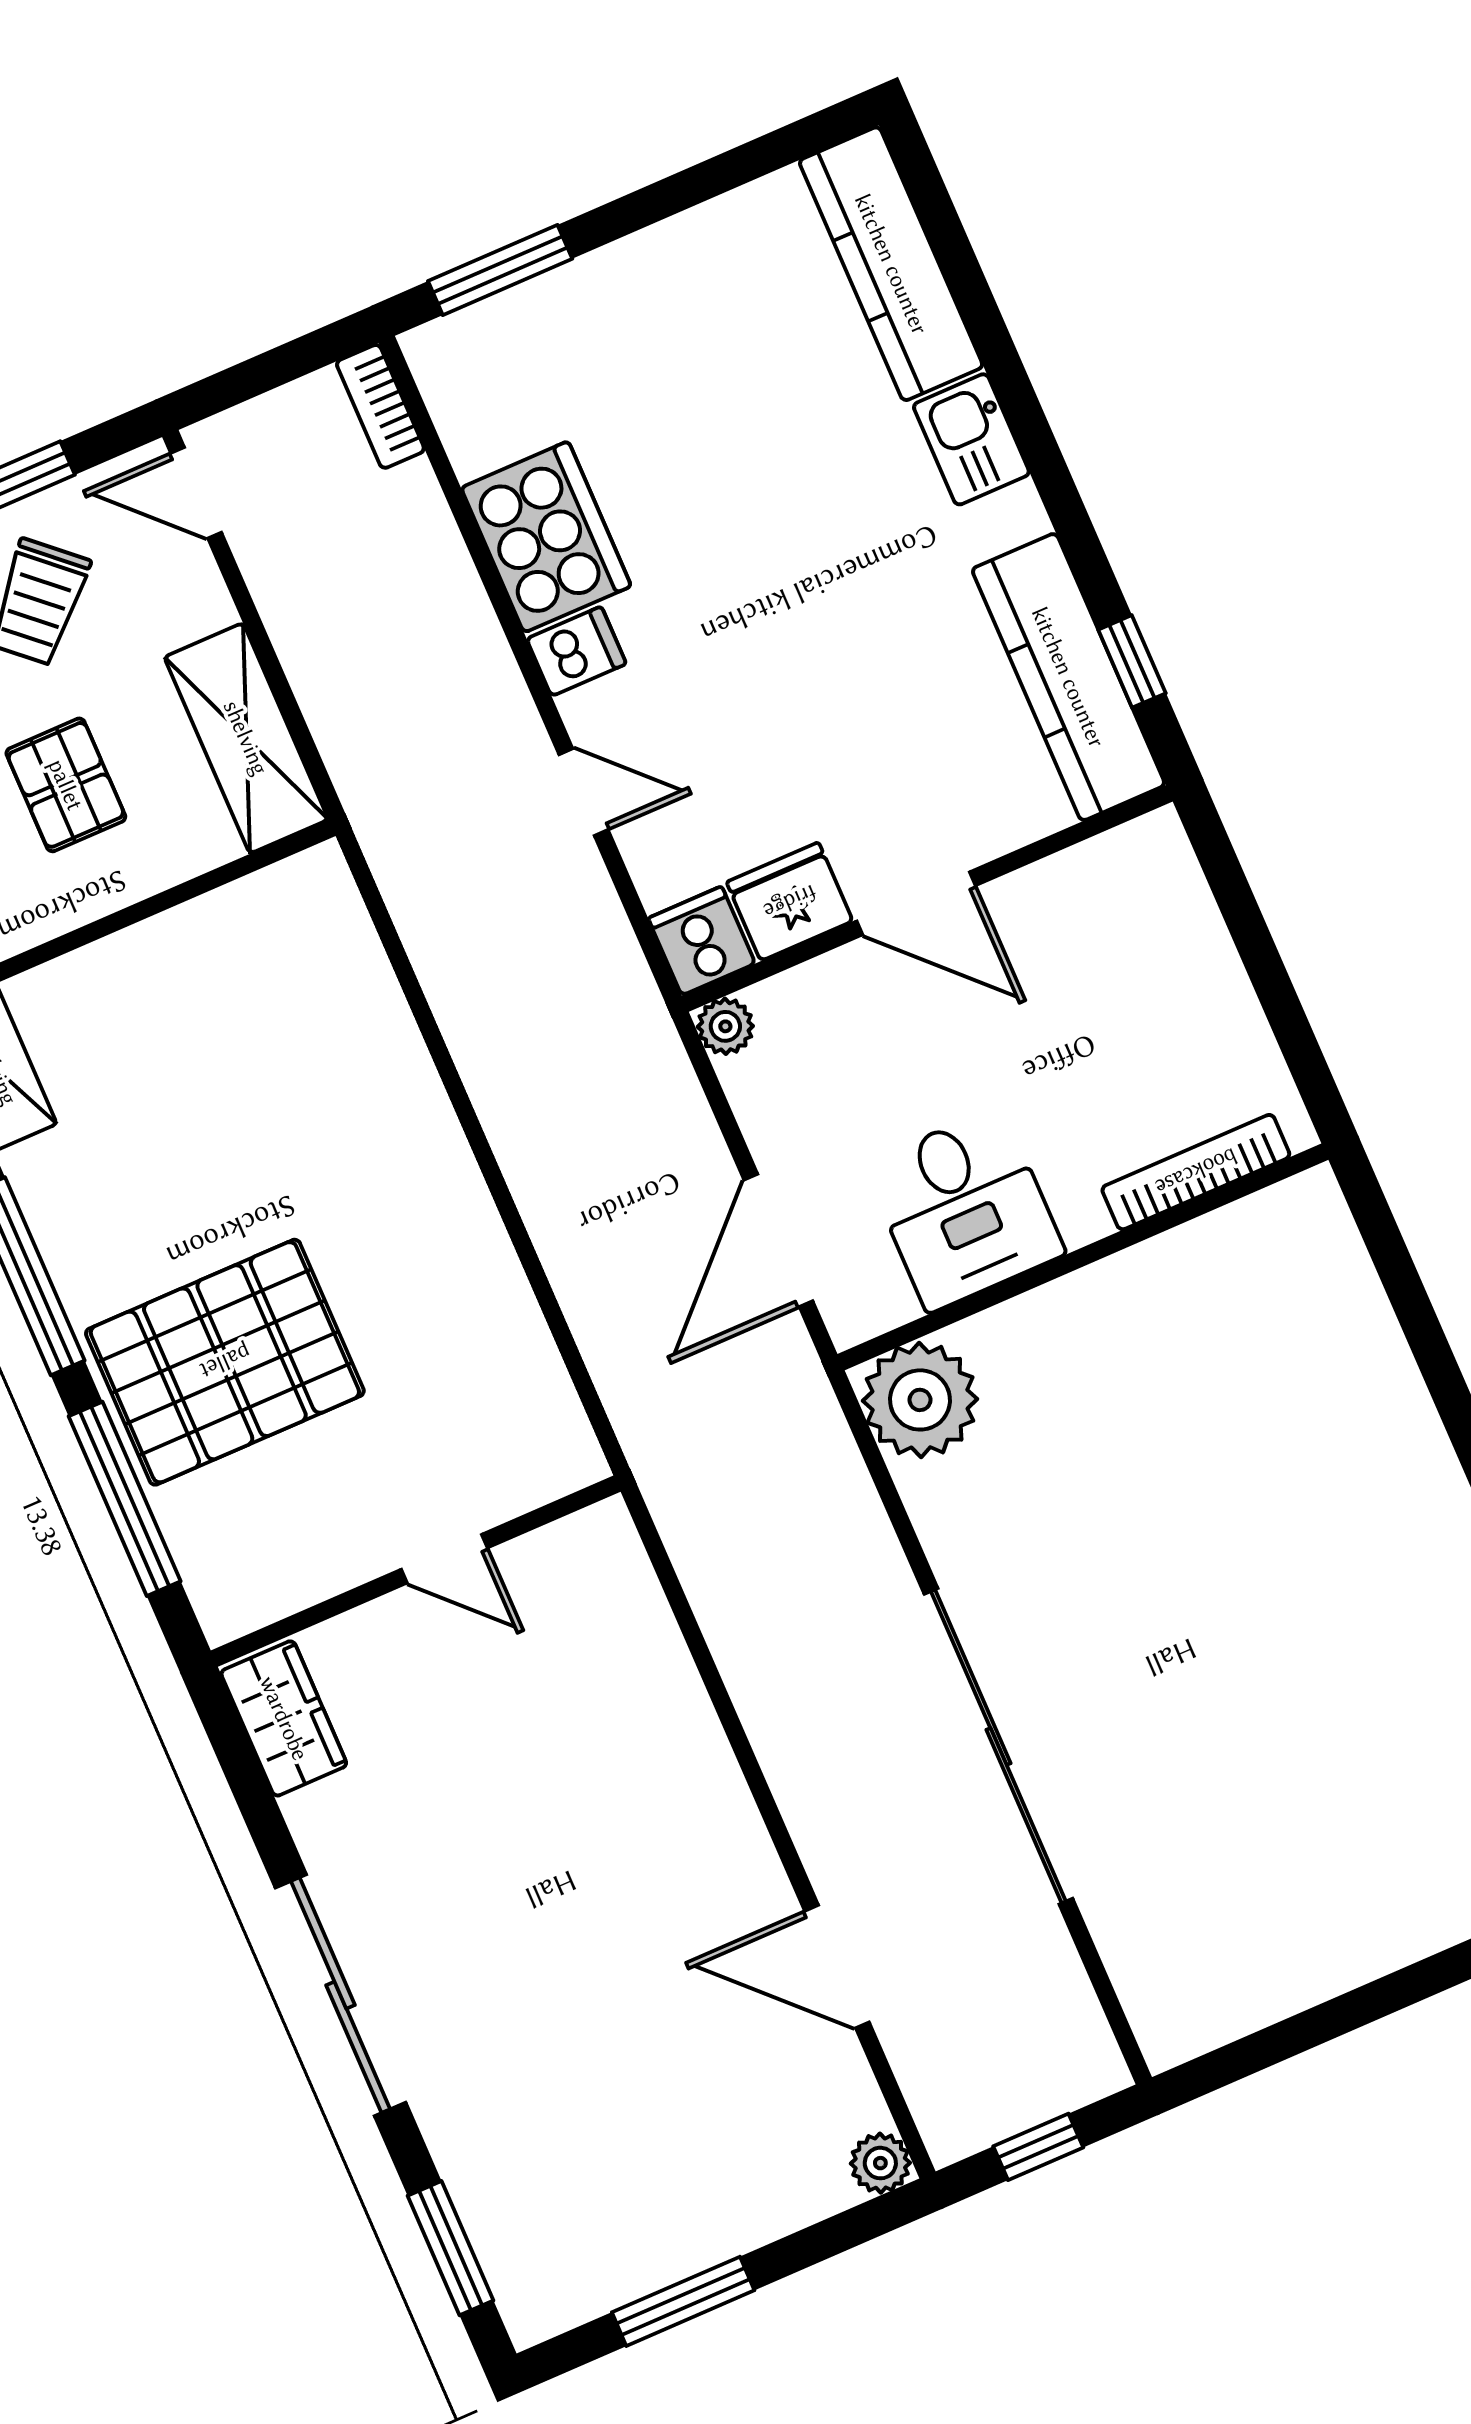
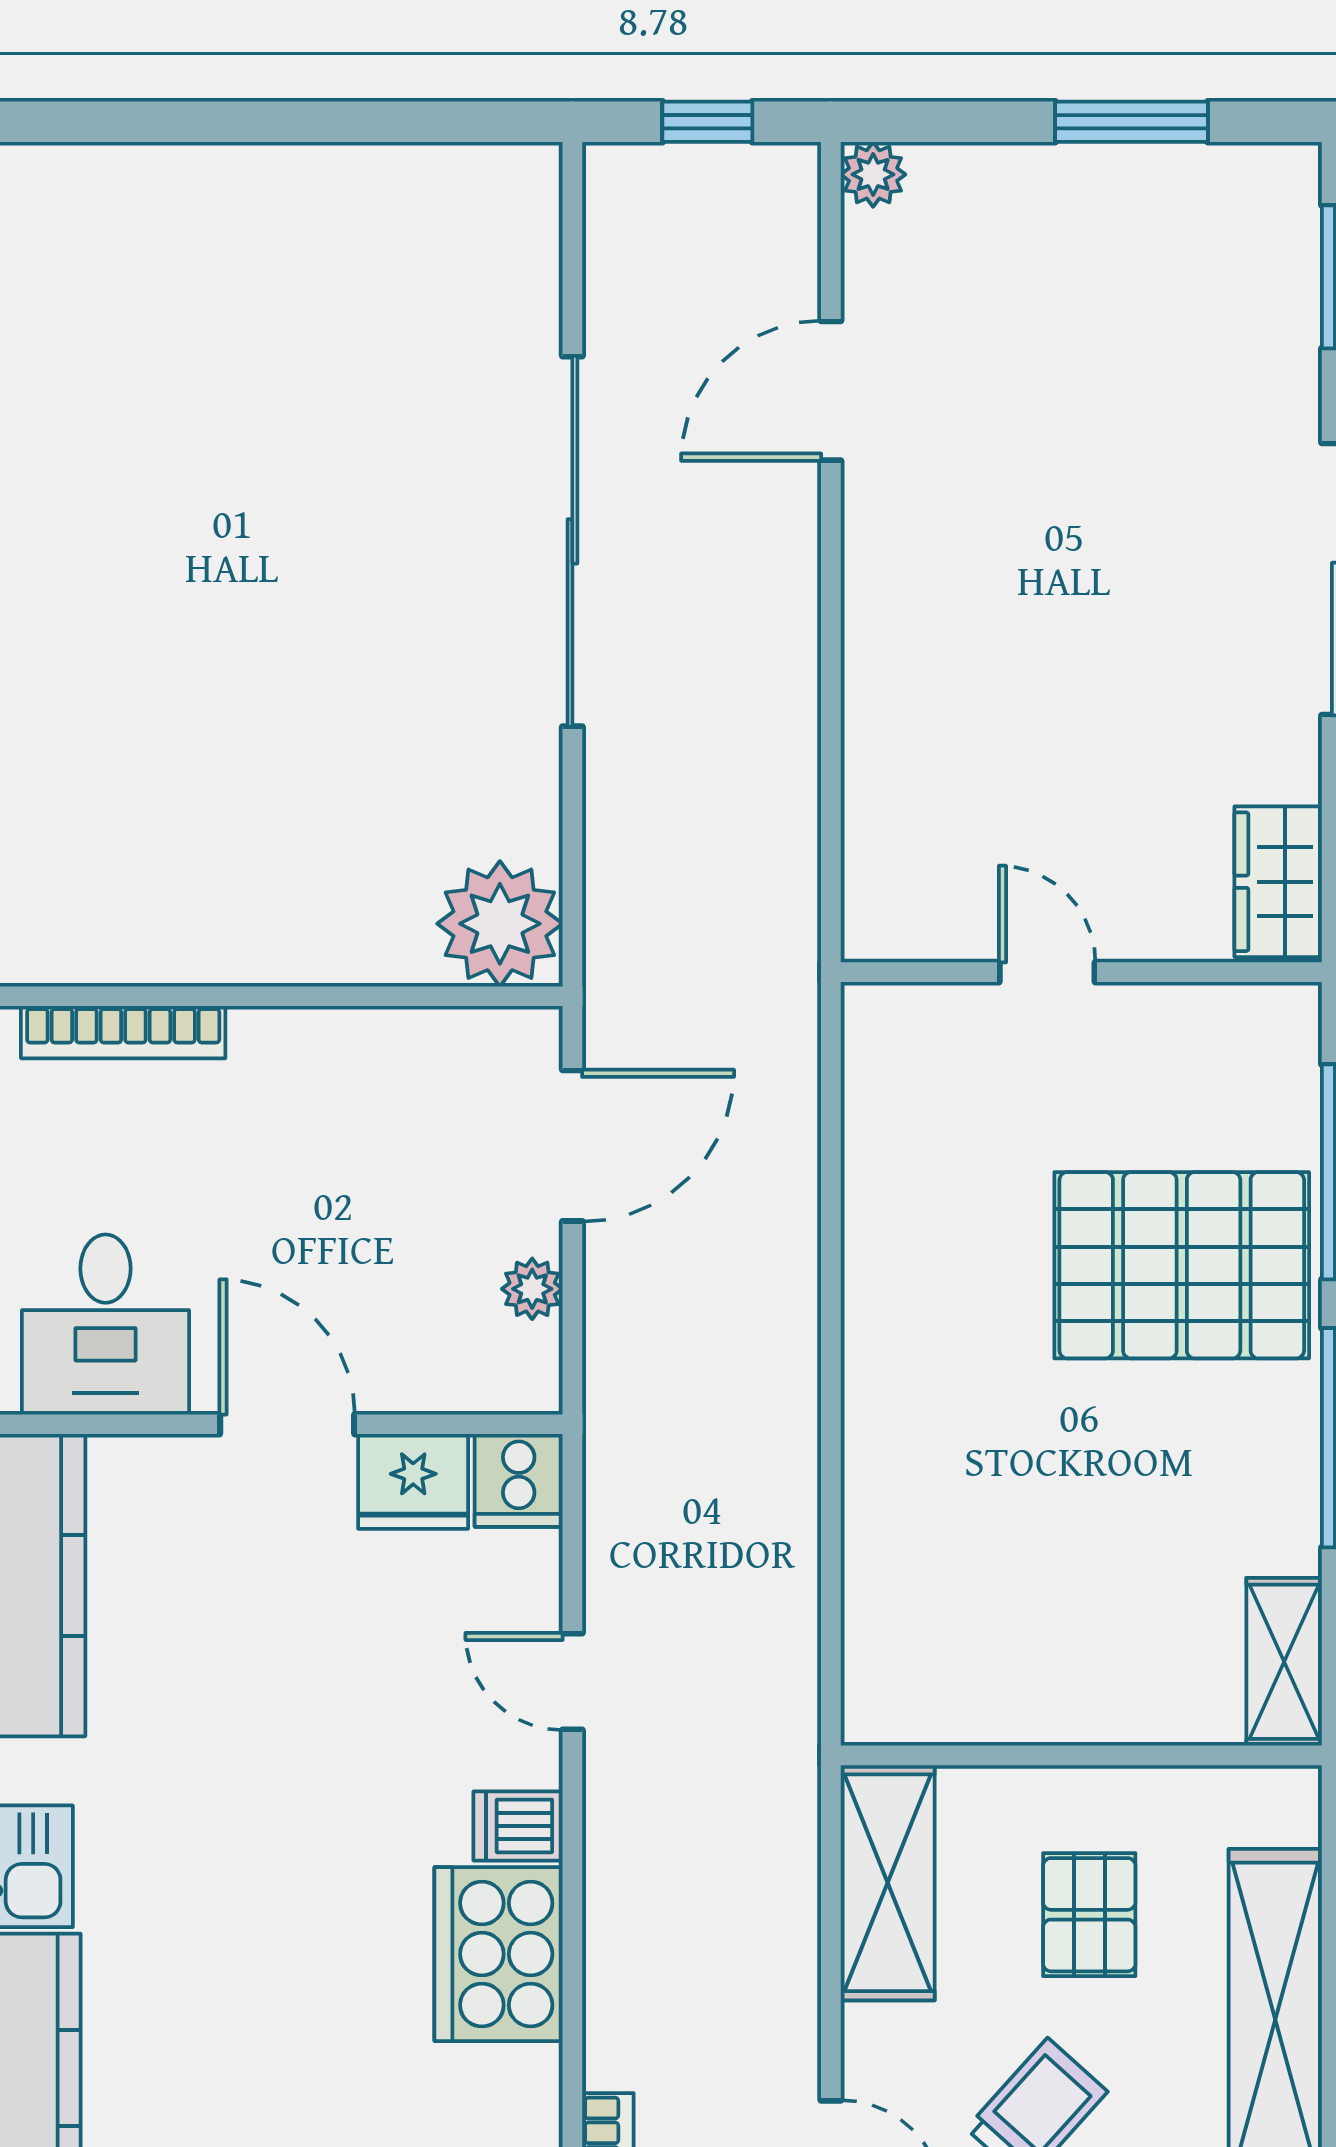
plant: (725, 1026) -> (532, 1289), moved
desk: (964, 1209) -> (106, 1324), moved, turned 180
door: (837, 1967) -> (831, 391), swing flipped

